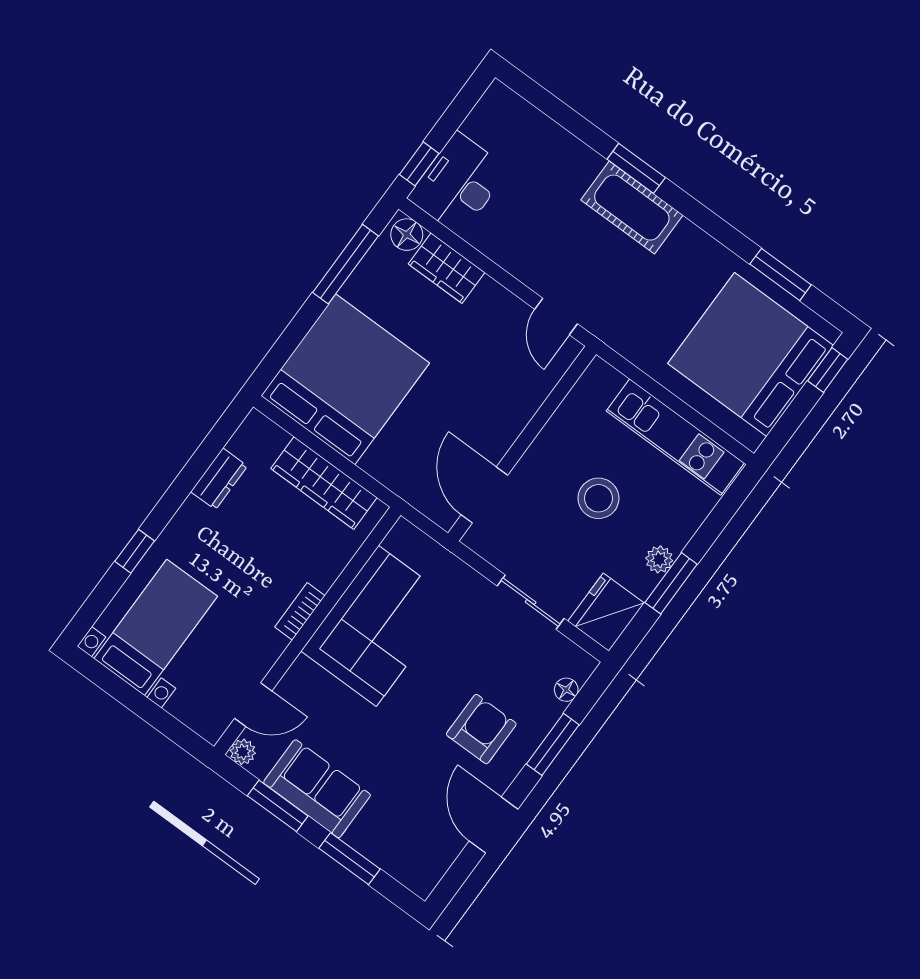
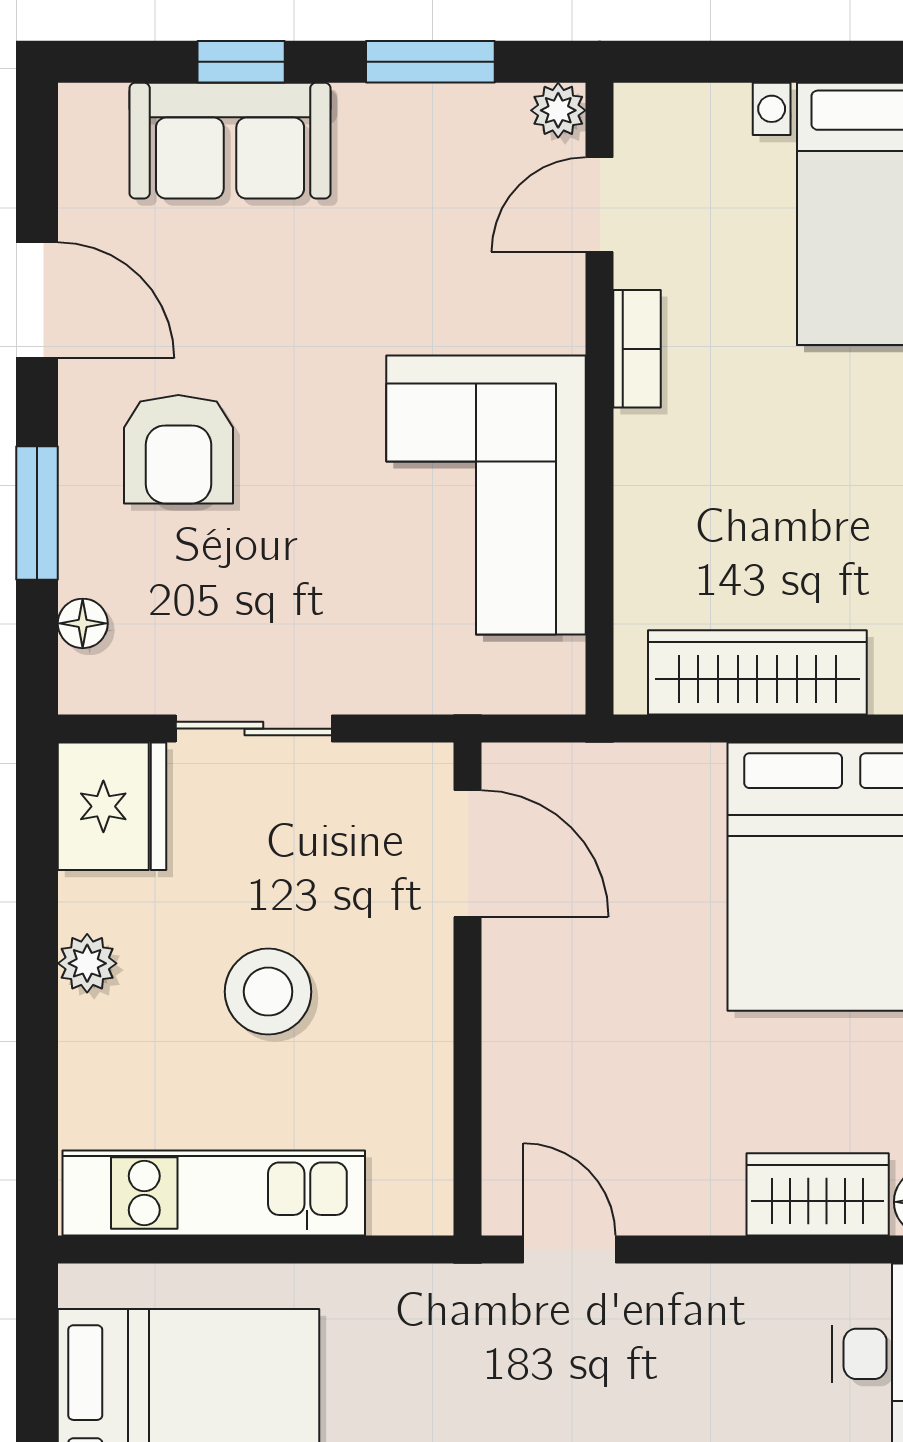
window: (671, 583) -> (37, 937), removed
bookcase: (300, 611) -> (637, 349), moved
sofa: (317, 789) -> (230, 141), moved
window: (350, 859) -> (241, 62), width x0.67

